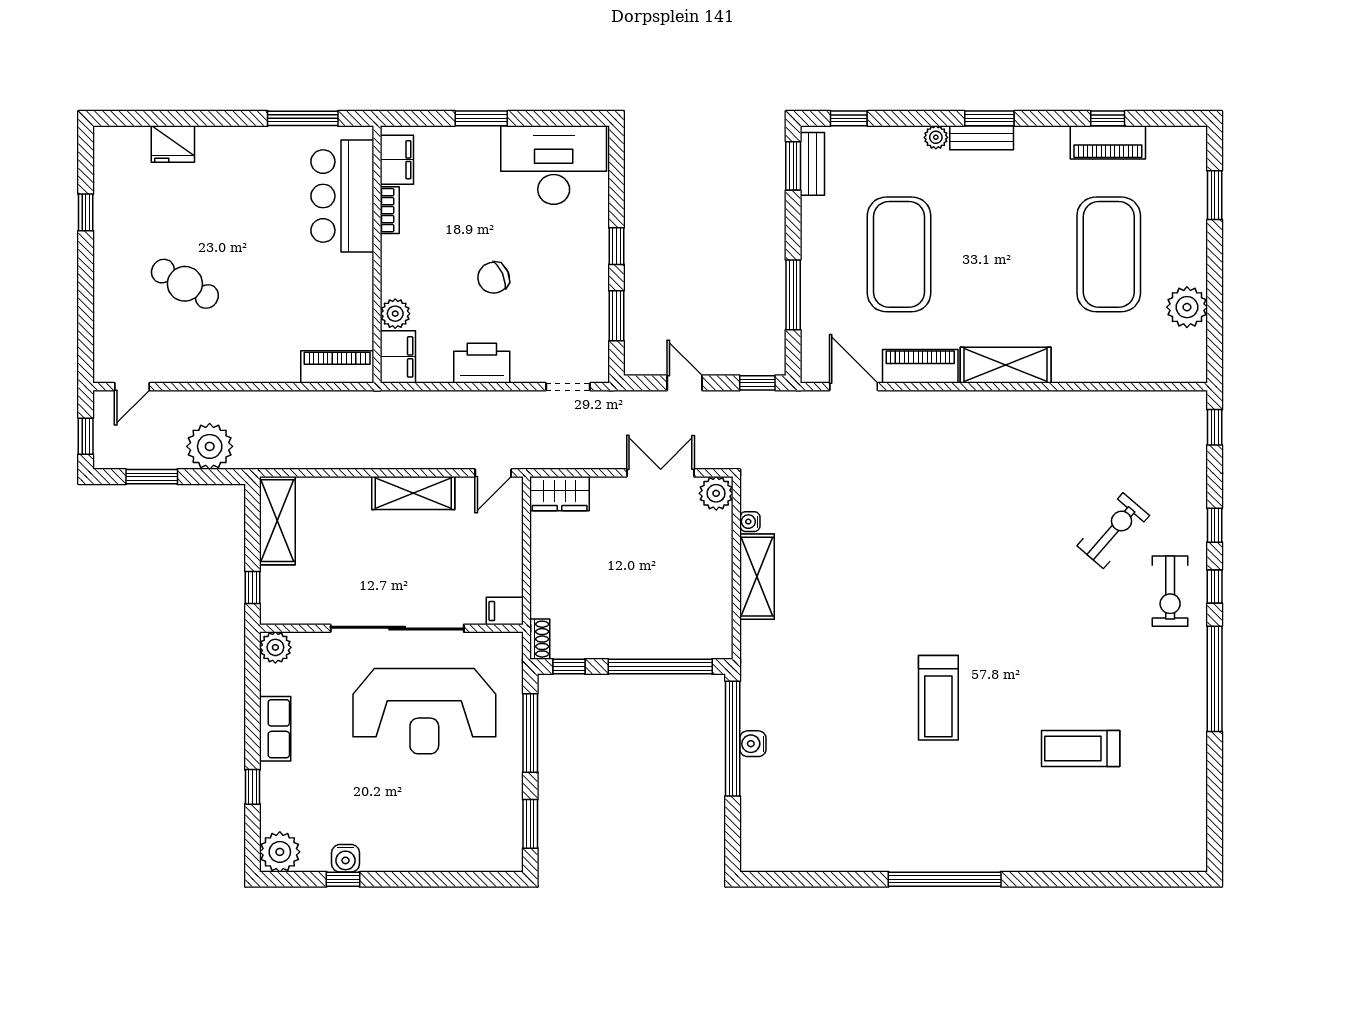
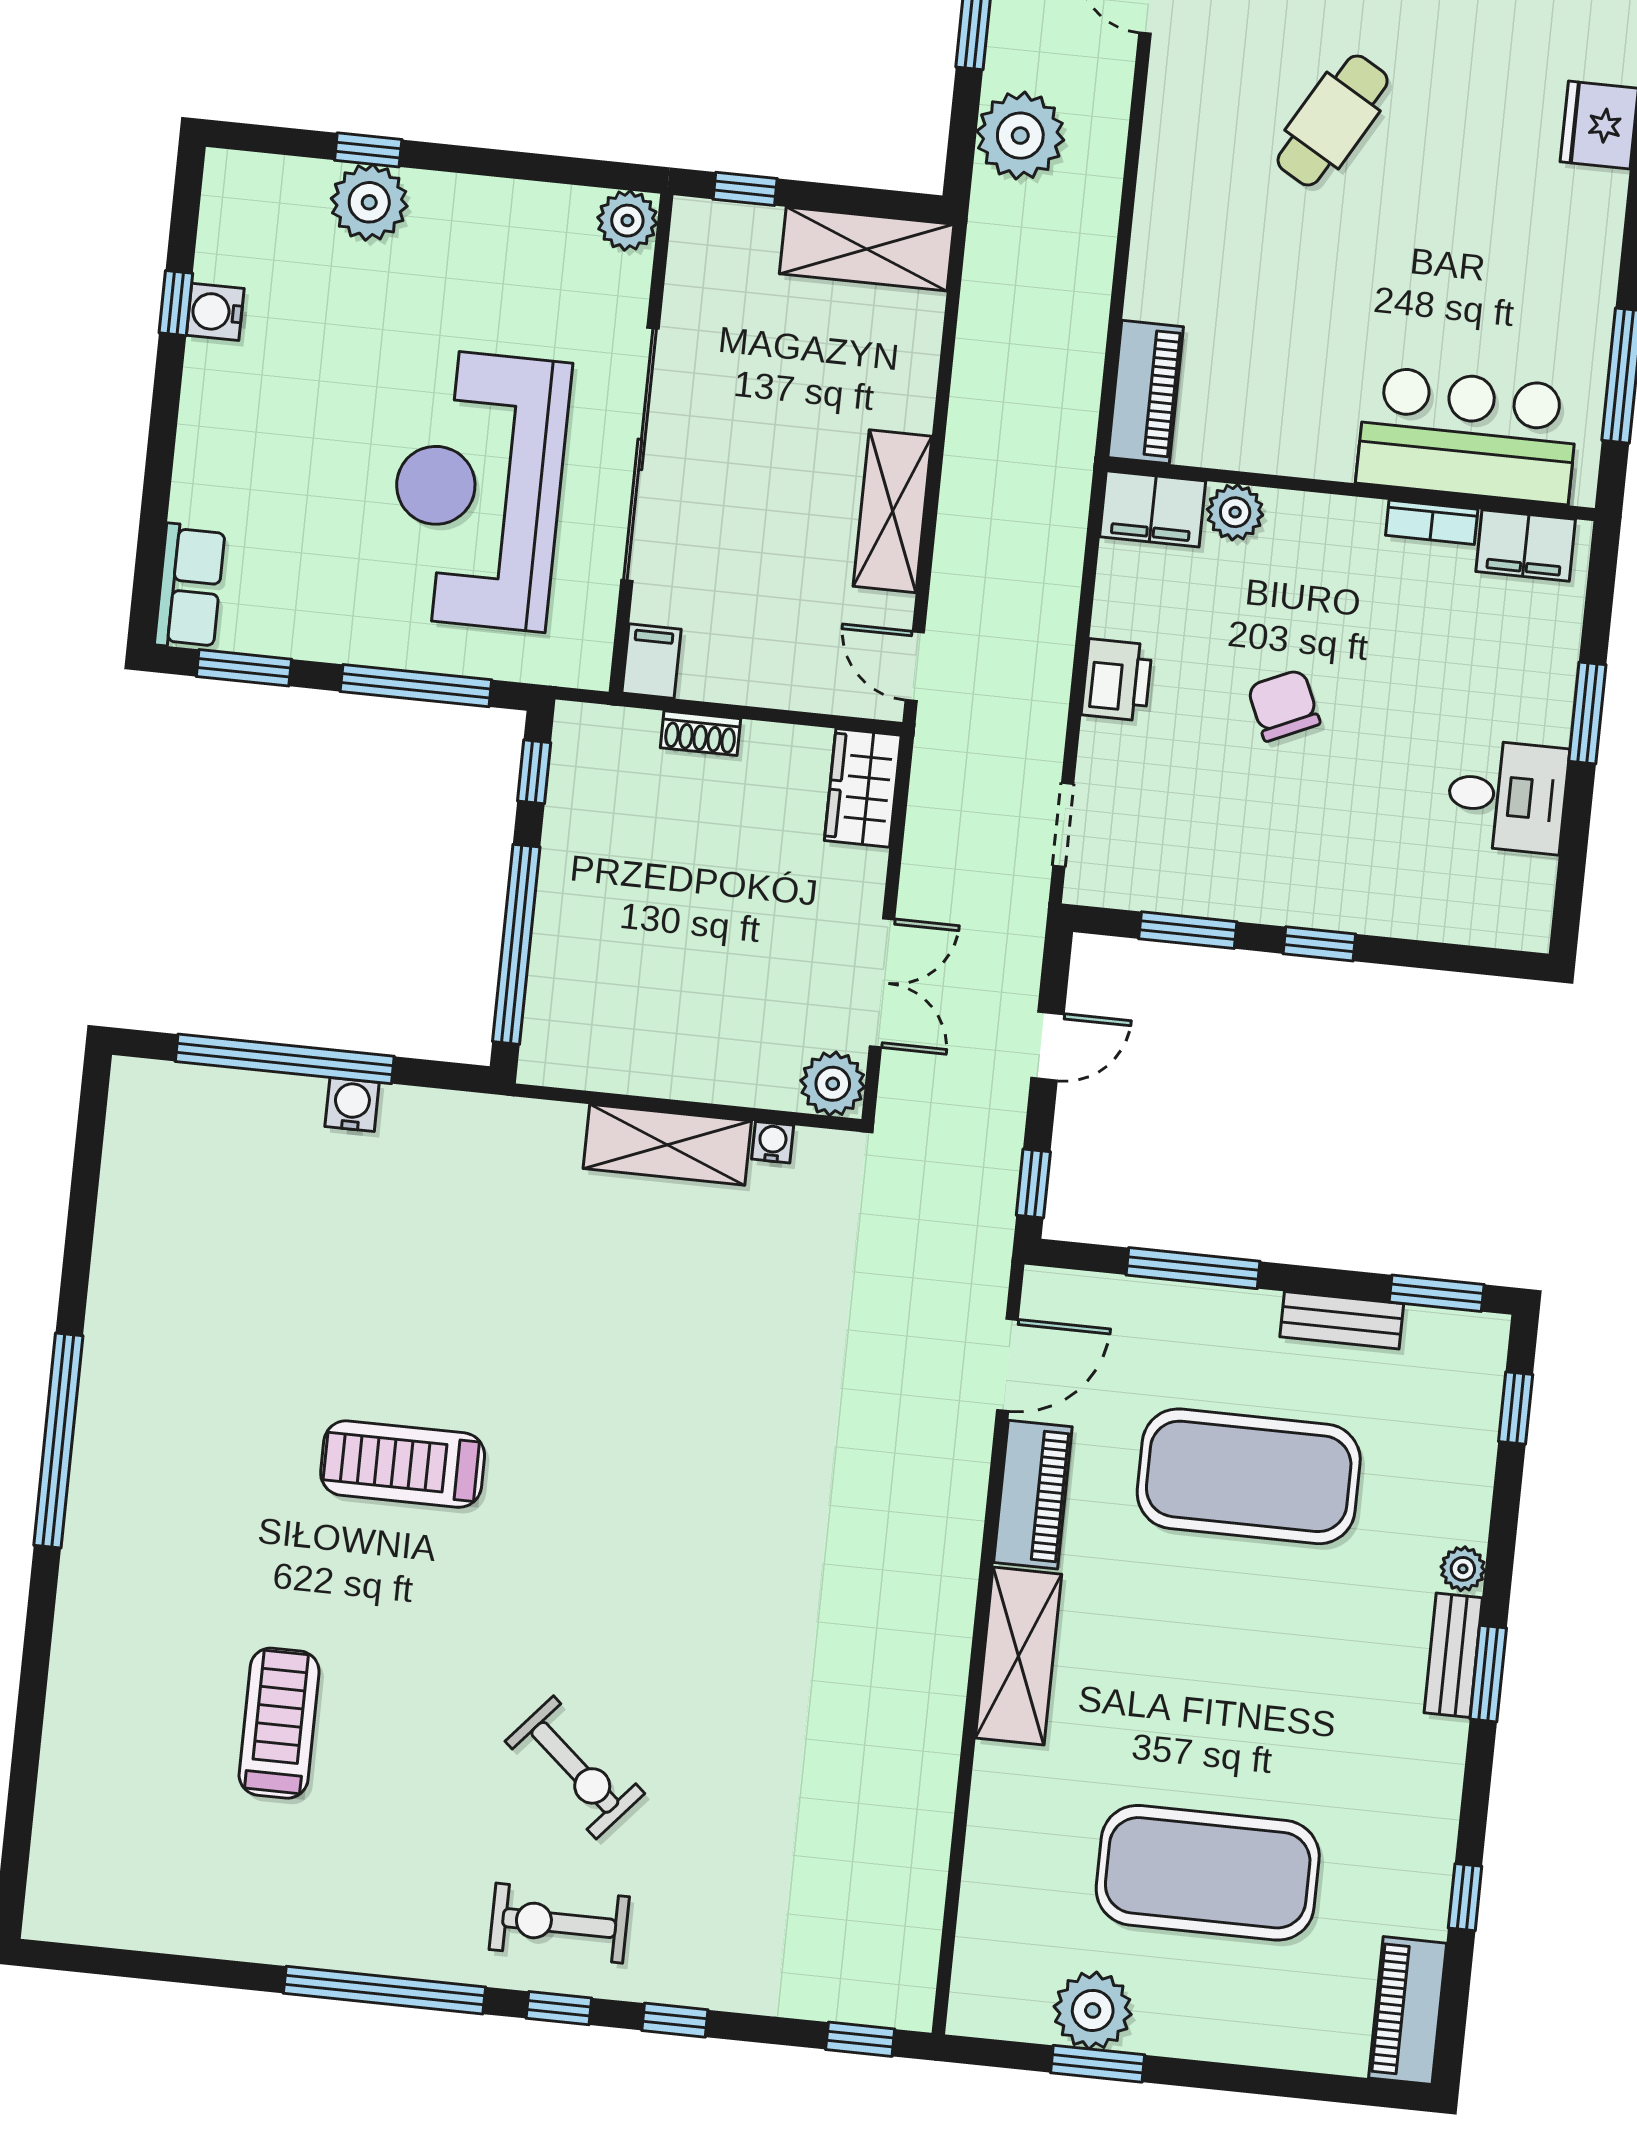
piano: (1108, 142) -> (1408, 2011), moved
bench: (812, 164) -> (1342, 1320), moved
desk: (554, 165) -> (1507, 796), width x0.53, depth x0.77
window: (1215, 195) -> (1098, 2064), moved
printer: (482, 363) -> (1117, 680), width x0.73, depth x0.84
exercise bike: (1113, 531) -> (575, 1767), moved
shoe rack: (540, 639) -> (700, 733), moved
row of seats: (275, 729) -> (190, 587), moved, turned -90
window: (733, 739) -> (285, 1059), moved
plant: (280, 852) -> (369, 202), moved

